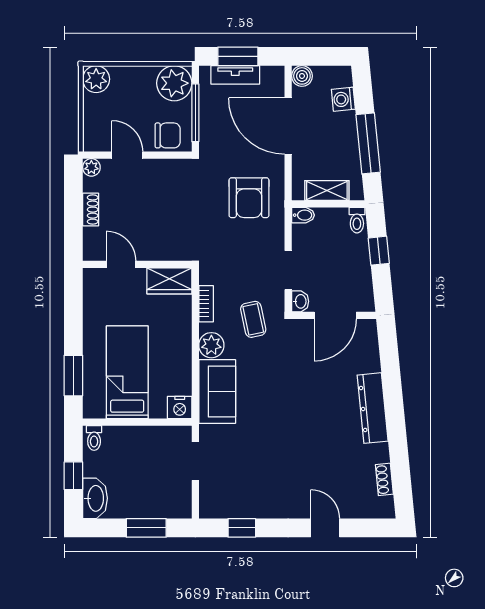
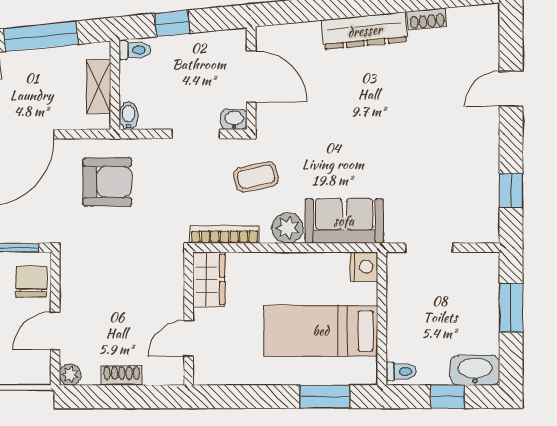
bookcase: (206, 304) -> (224, 234), width x1.56
shoe rack: (384, 479) -> (427, 19), moved

